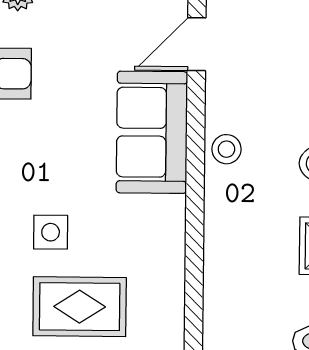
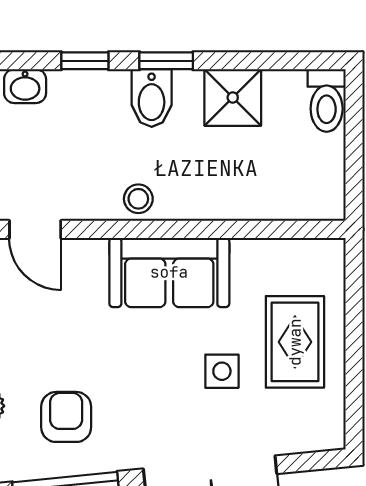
sofa: (152, 132) -> (169, 272), moved

